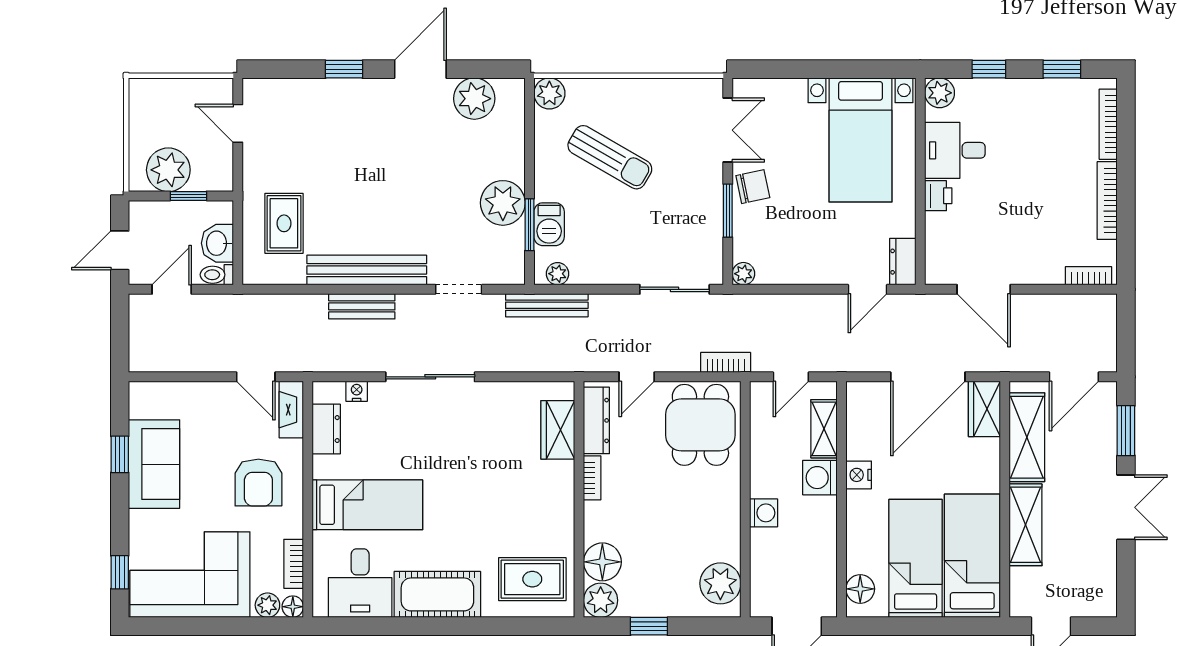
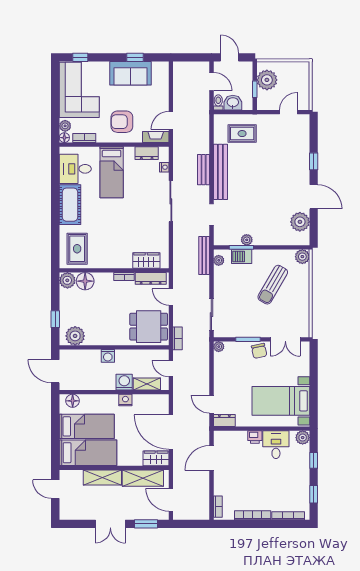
plant: (503, 203) -> (247, 240), width x0.53, depth x0.53
window: (649, 626) -> (55, 319), moved

